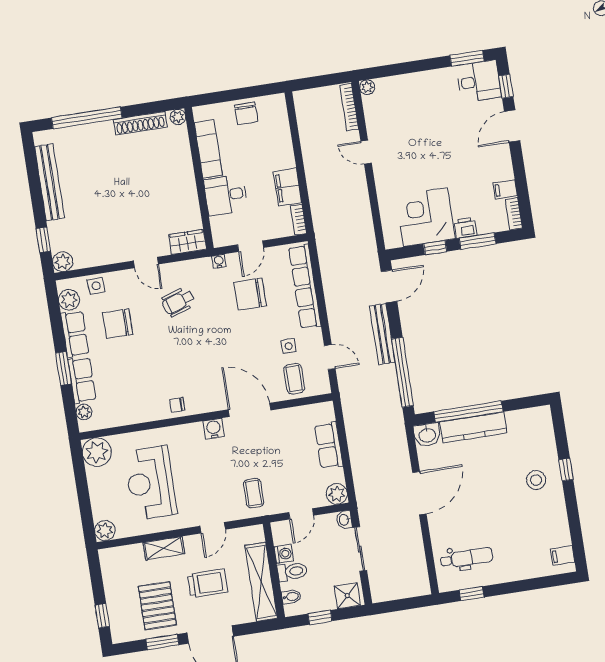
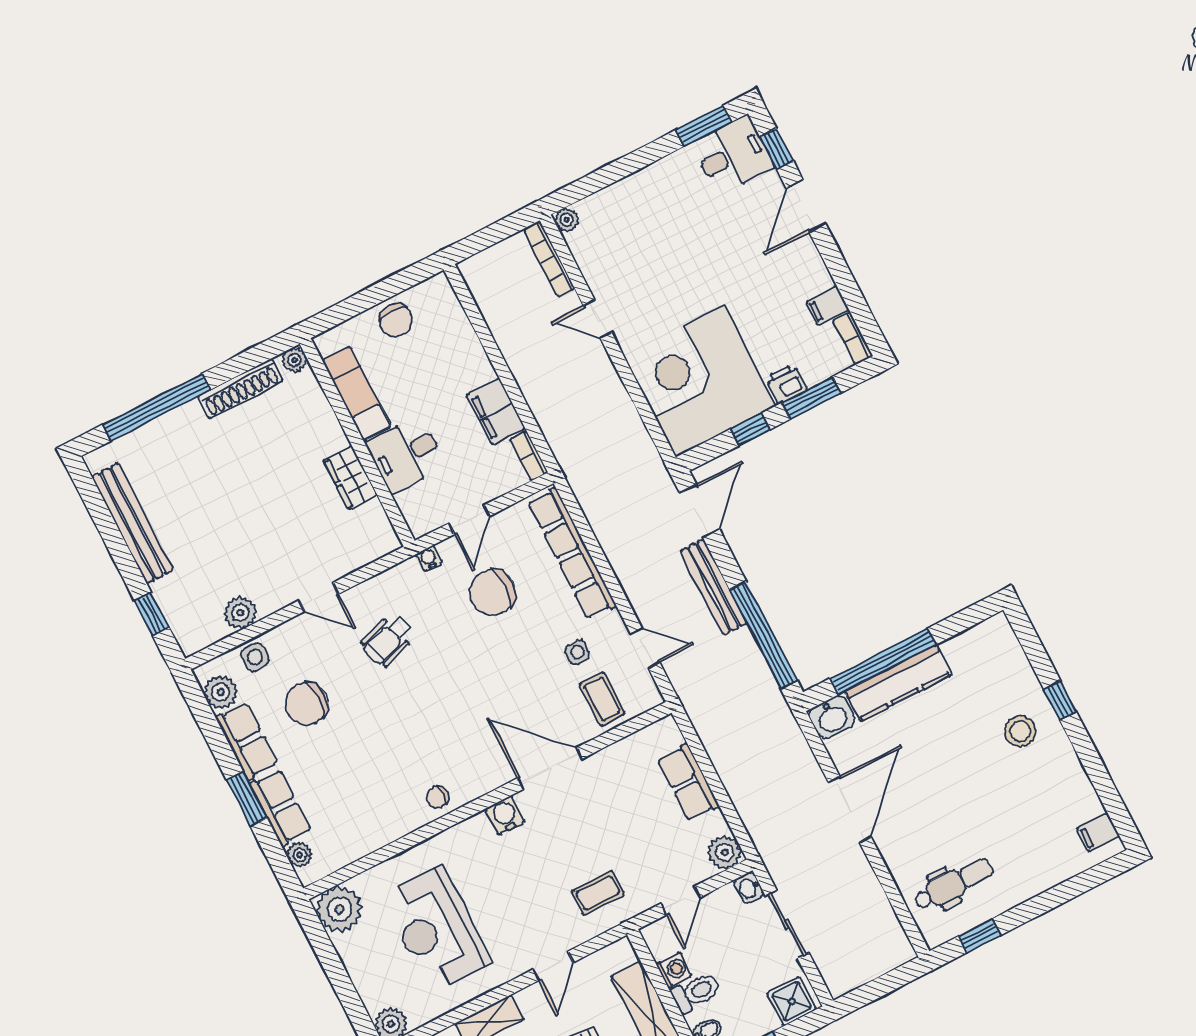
corner desk: (425, 217) -> (700, 381), width x1.36, depth x1.36
wardrobe: (187, 242) -> (350, 478), moved, turned -90
plant: (63, 262) -> (240, 613), moved
coffee table: (254, 493) -> (598, 893), turned 90

